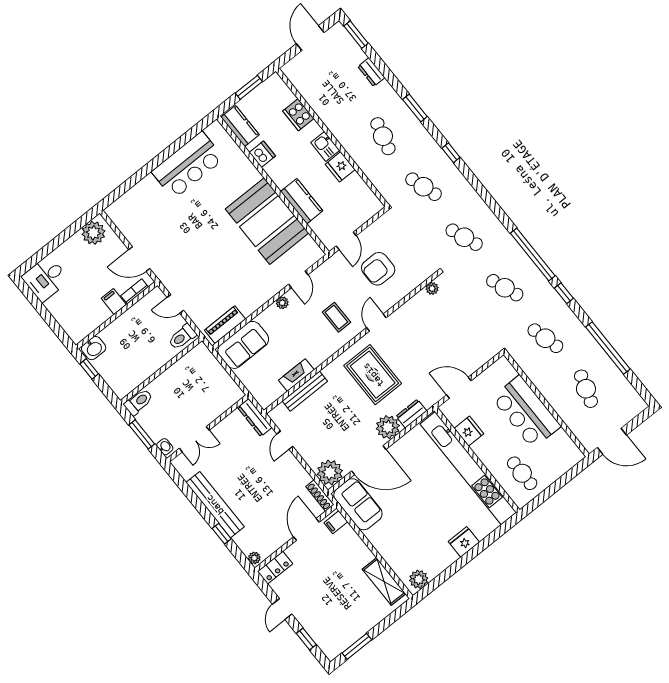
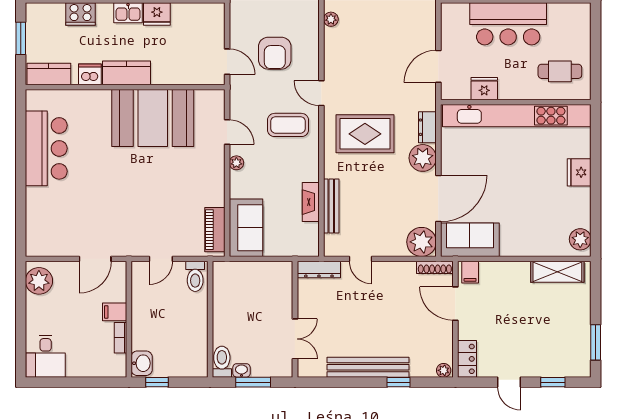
kitchen counter: (302, 201) -> (126, 73), moved
bookcase: (135, 291) -> (120, 338), moved
coffee table: (336, 317) -> (288, 125), width x1.36, depth x1.30
washbasin: (165, 447) -> (241, 370), moved

